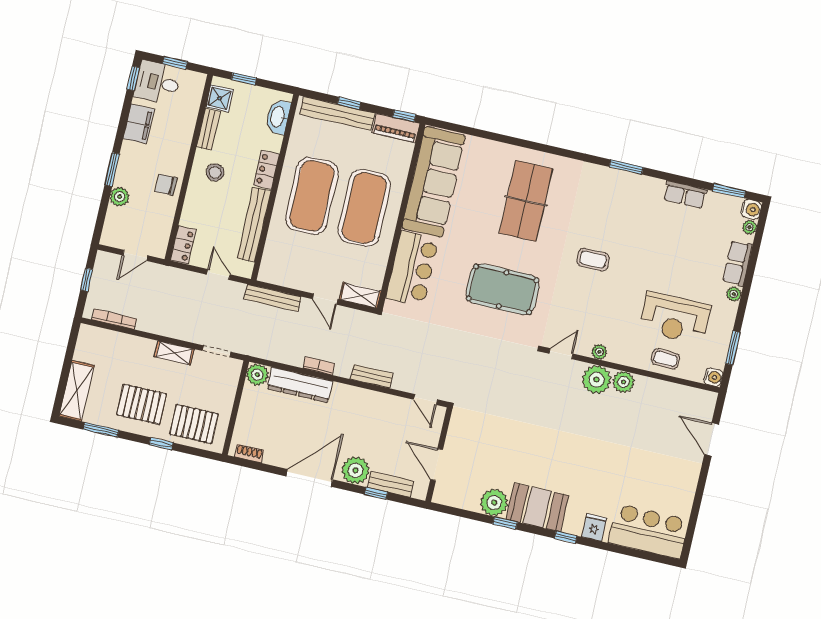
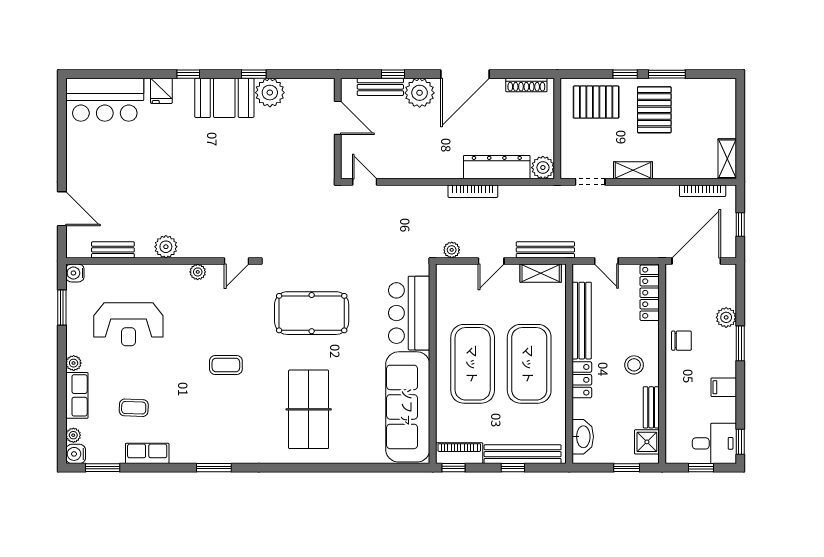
filing cabinet: (139, 124) -> (724, 387), width x0.50
locker: (183, 245) -> (650, 293), width x1.53
door: (135, 255) -> (696, 261), width x1.87
shelving: (360, 295) -> (541, 273), moved
door: (325, 299) -> (491, 261), swing flipped
reception desk: (675, 318) -> (128, 324), turned 180
coffee table: (666, 359) -> (134, 408), moved
bookcase: (319, 366) -> (473, 191), width x1.56
bench: (372, 376) -> (113, 250), moved
plant: (596, 380) -> (452, 250), moved, width x0.53, depth x0.53
shelving: (77, 391) -> (727, 159), moved, width x0.67, depth x0.75
pallet: (142, 404) -> (654, 110), turned 90
window: (101, 430) -> (667, 74), moved
shoe rack: (249, 453) -> (526, 85), width x1.43

